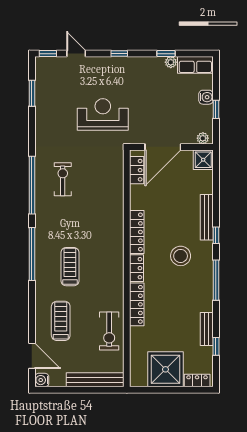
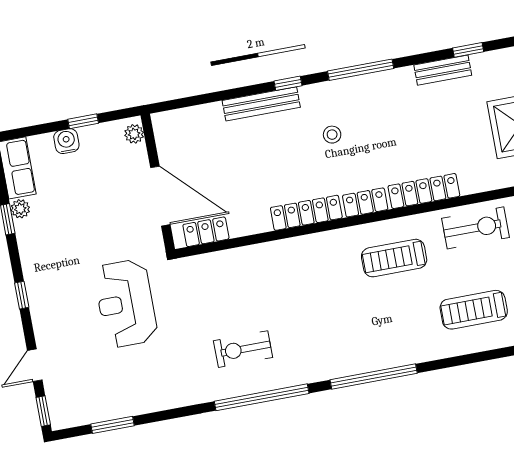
shower: (203, 160) -> (169, 127), removed
stool: (181, 256) -> (332, 135), width x0.53, depth x0.53
treadmill: (70, 267) -> (394, 258), moved

